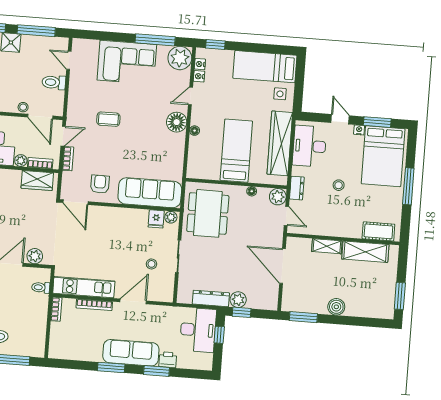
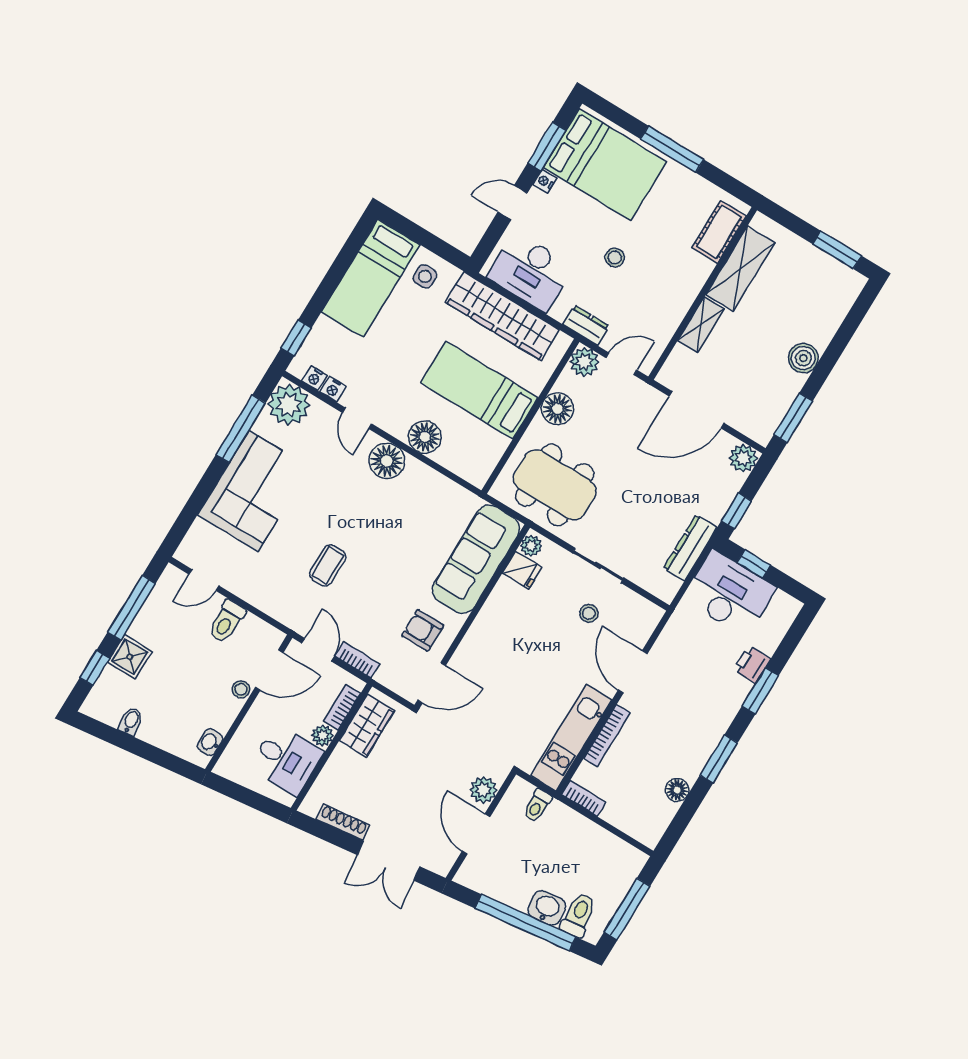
floor lamp: (195, 131) -> (425, 437), width x1.89, depth x1.89
floor lamp: (252, 191) -> (557, 409), width x1.89, depth x1.89
plant: (238, 300) -> (743, 458), moved
sofa: (131, 353) -> (711, 716), removed
floor lamp: (85, 354) -> (677, 790), added

